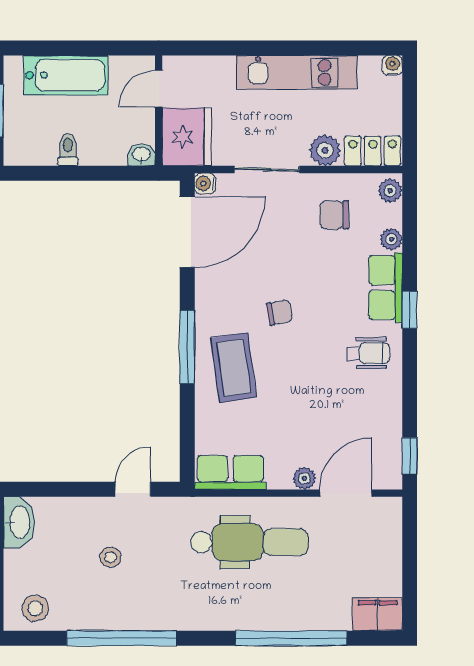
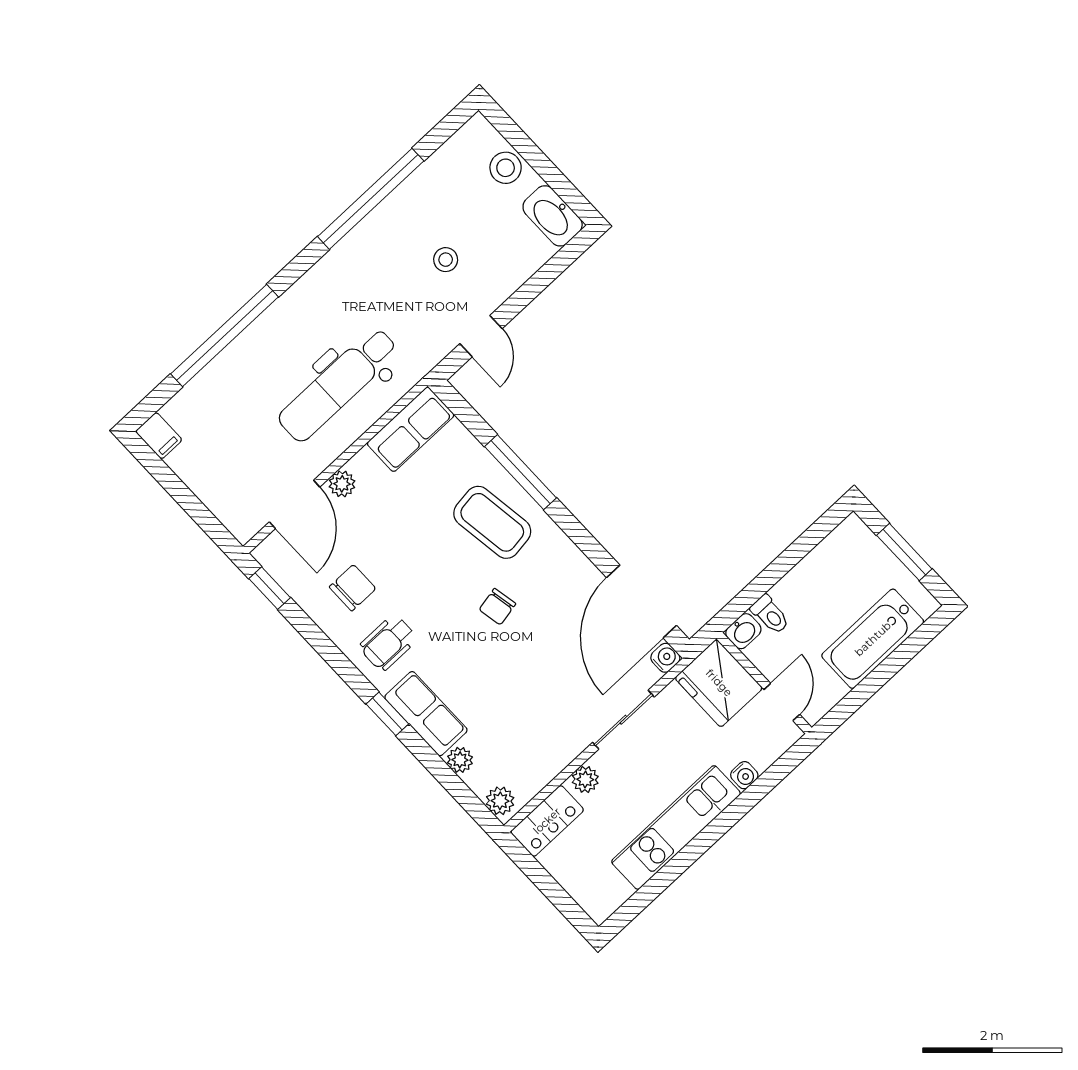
water cooler: (392, 65) -> (744, 775), moved
toilet: (68, 150) -> (770, 615), moved
plant: (325, 150) -> (585, 779), width x0.73, depth x0.73
chair: (334, 215) -> (353, 588), moved
window: (187, 347) -> (521, 472), moved
stool: (35, 608) -> (506, 168), moved
filing cabinet: (377, 614) -> (159, 436), width x0.50

